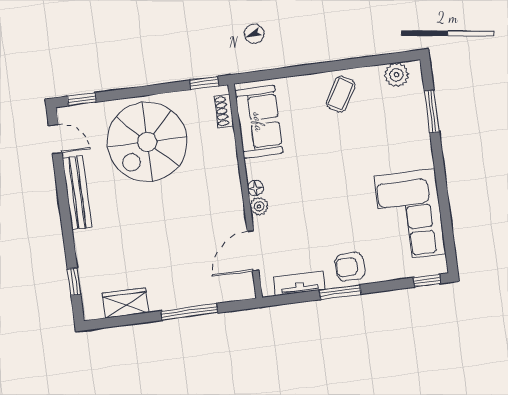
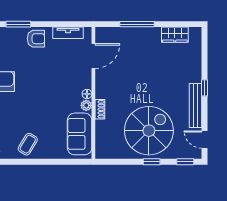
window: (204, 83) -> (152, 162), moved
shoe rack: (224, 111) -> (100, 109), moved
plant: (259, 206) -> (86, 105), moved
window: (74, 282) -> (204, 88), moved
window: (340, 292) -> (18, 24), moved

